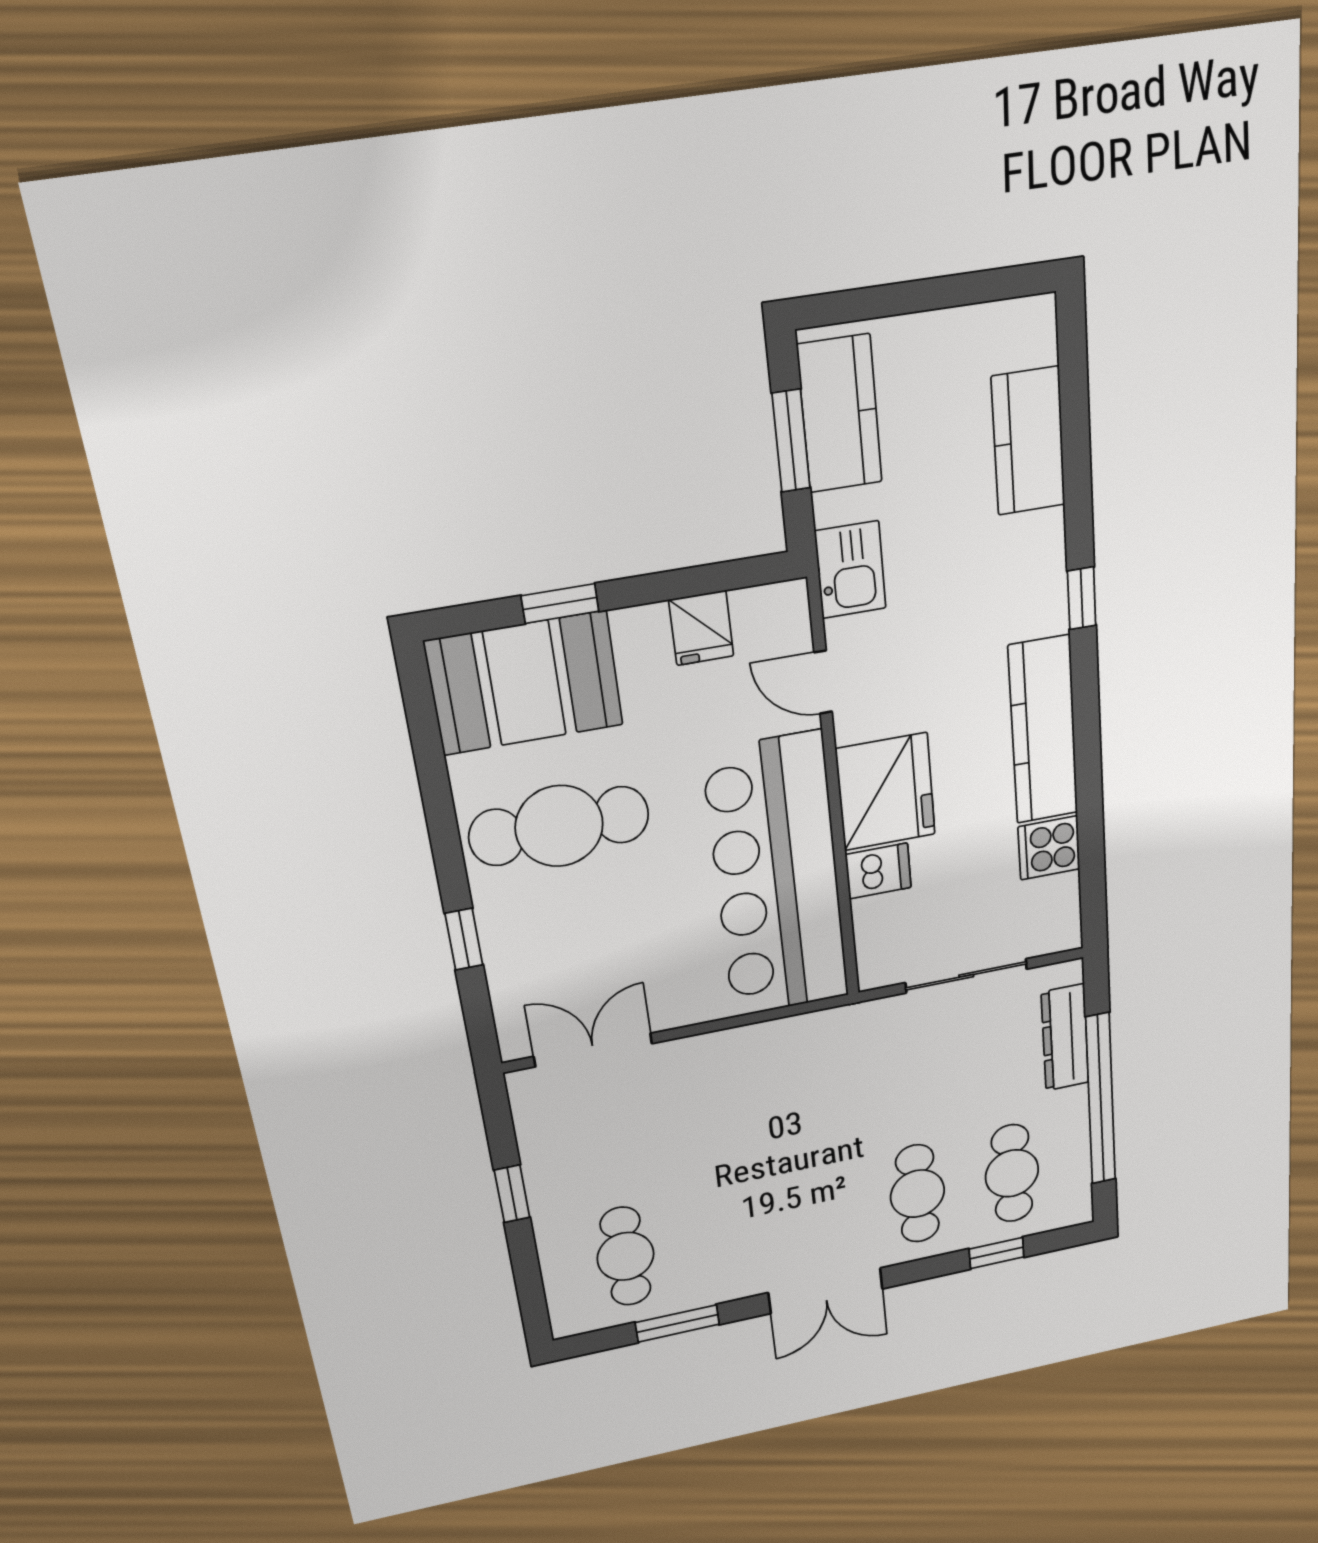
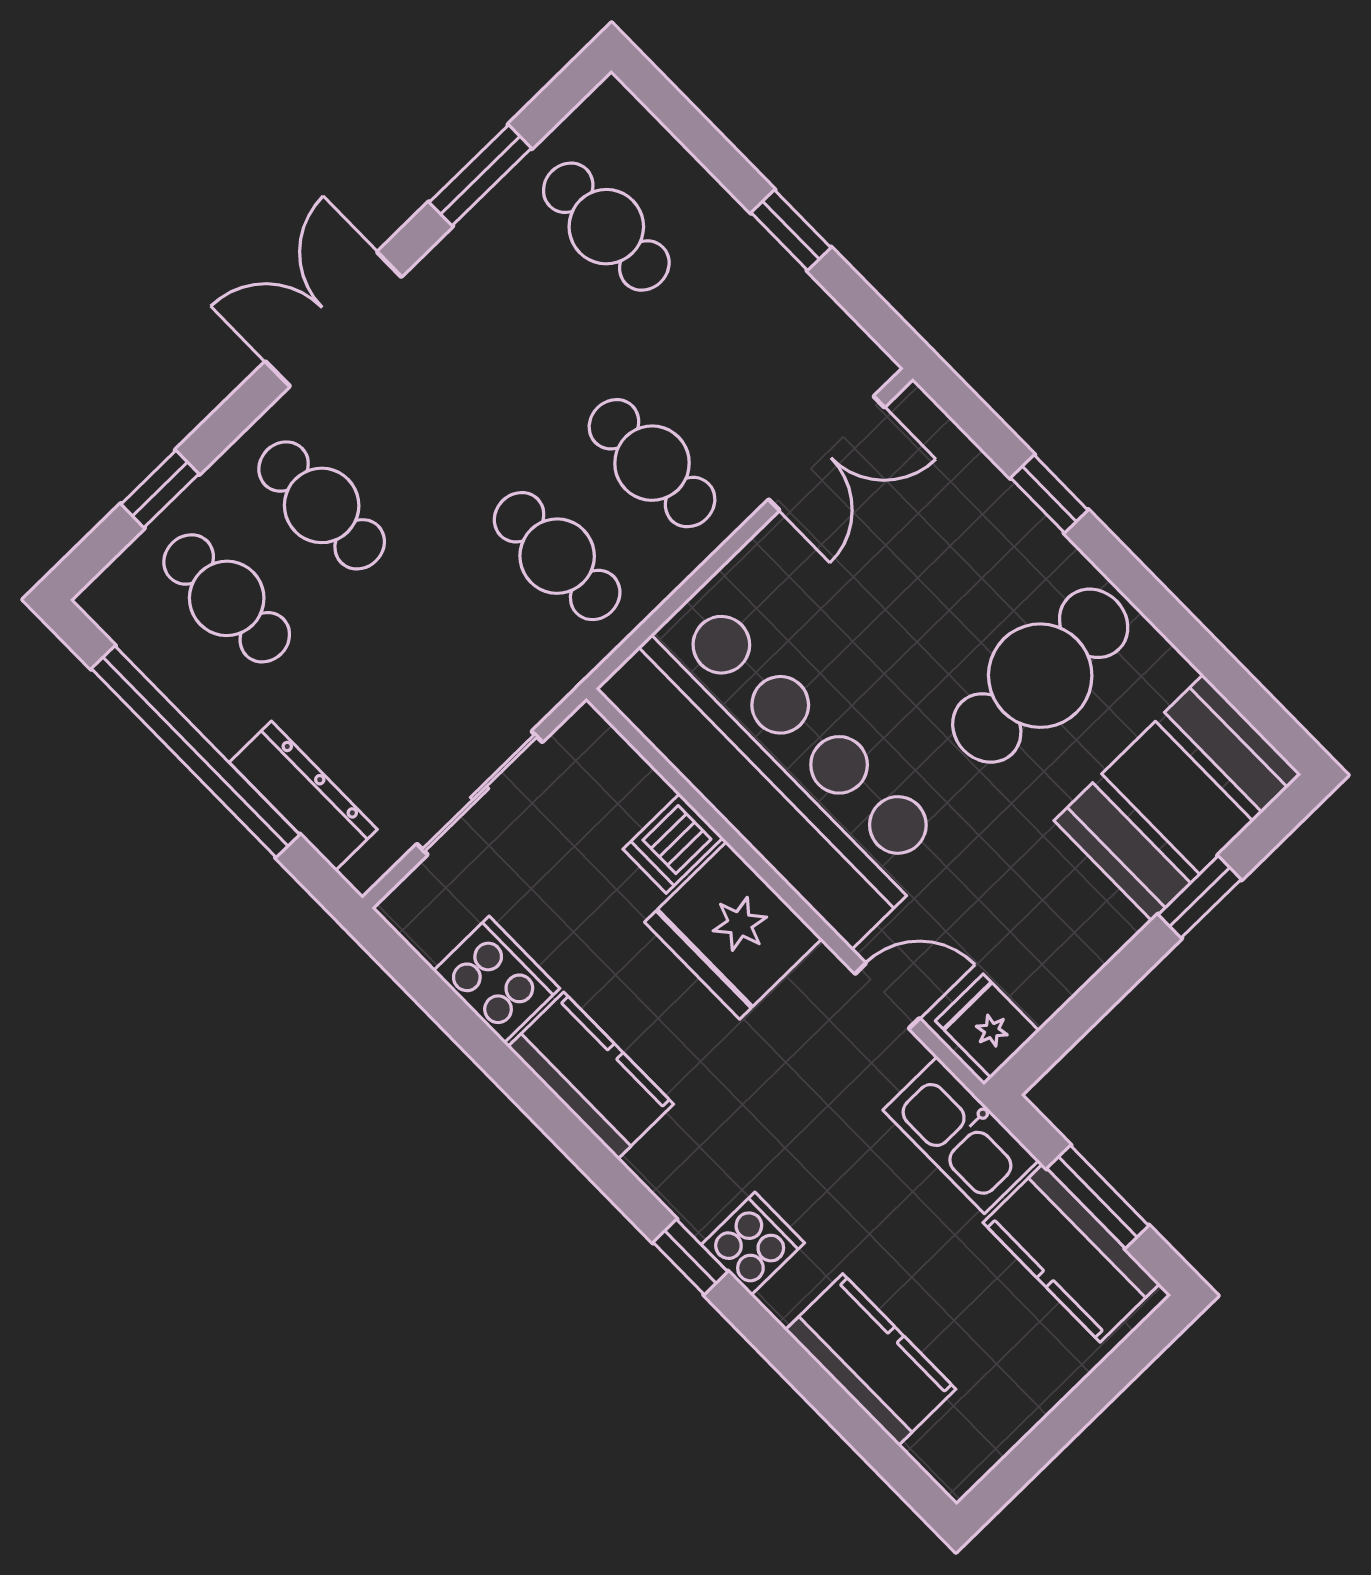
kitchen sink: (850, 570) -> (961, 1135), width x1.38
cooker: (1037, 578) -> (753, 1244), added
fridge: (701, 628) -> (987, 1026), moved
kitchen counter: (1043, 730) -> (591, 1076), width x0.67
cooker: (1049, 848) -> (496, 980), width x1.36
cafe table: (807, 1086) -> (557, 556), added
cafe table: (707, 1107) -> (652, 463), added

